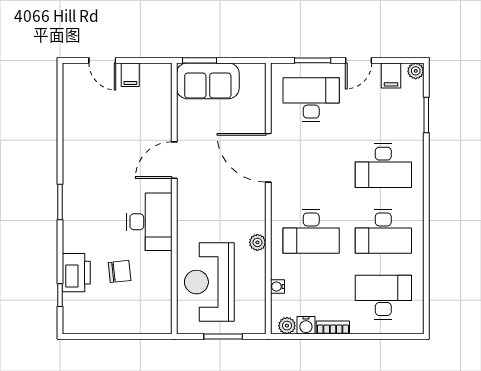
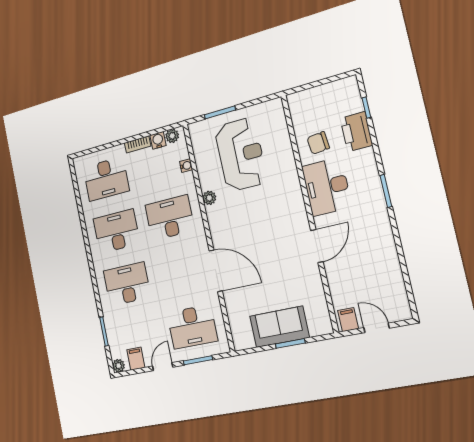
door: (174, 160) -> (317, 246), moved
wall: (174, 198) -> (309, 212), moved
desk: (149, 222) -> (327, 187), moved

